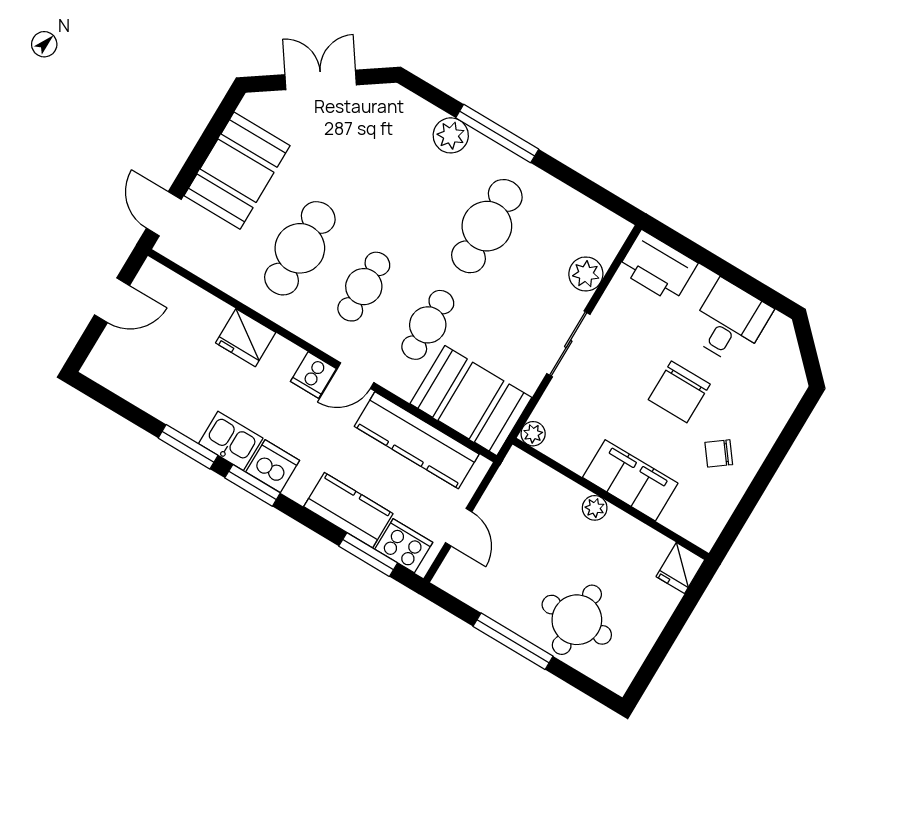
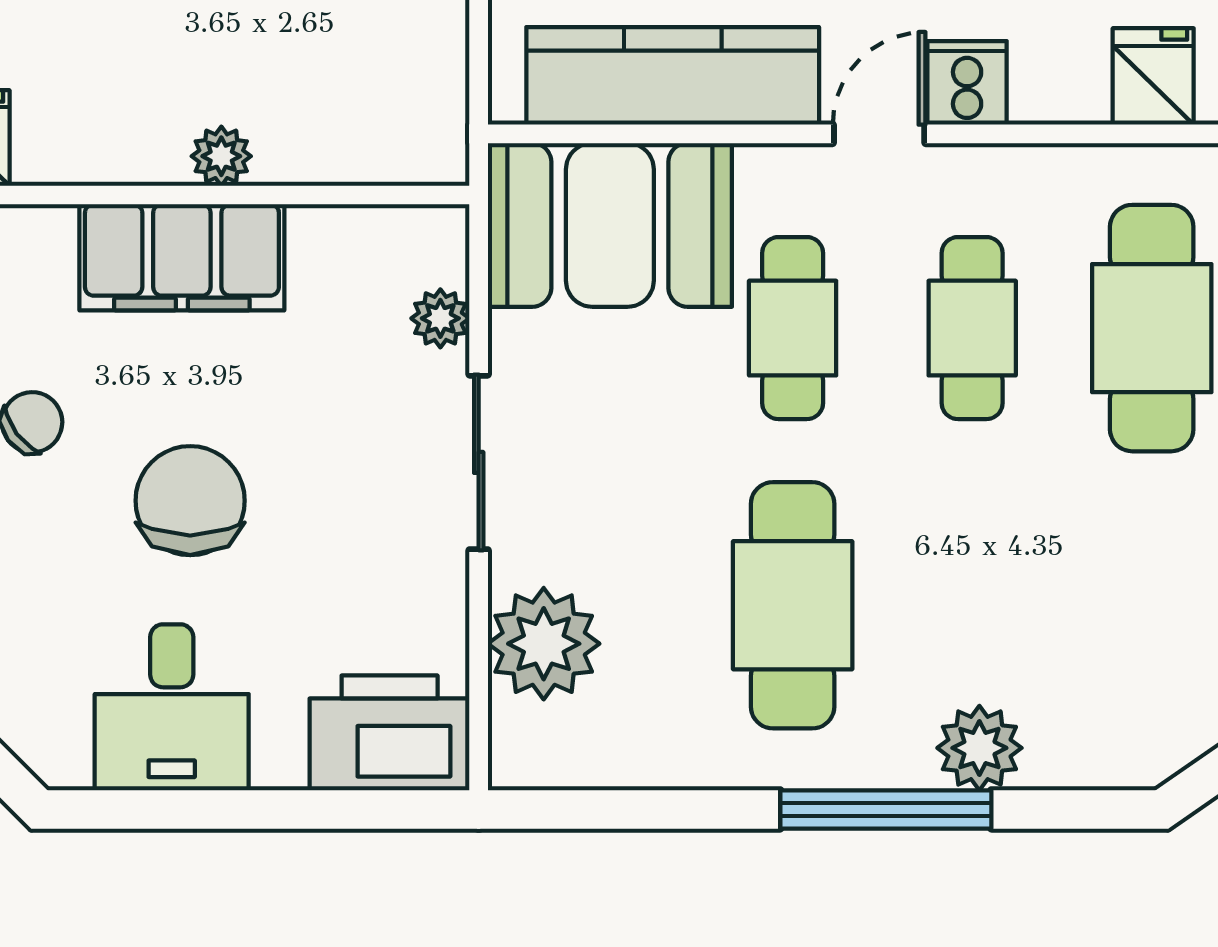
plant: (586, 274) -> (544, 644), width x1.36, depth x1.36
fridge: (246, 338) -> (1153, 76), width x0.72
plant: (533, 434) -> (440, 318), moved

